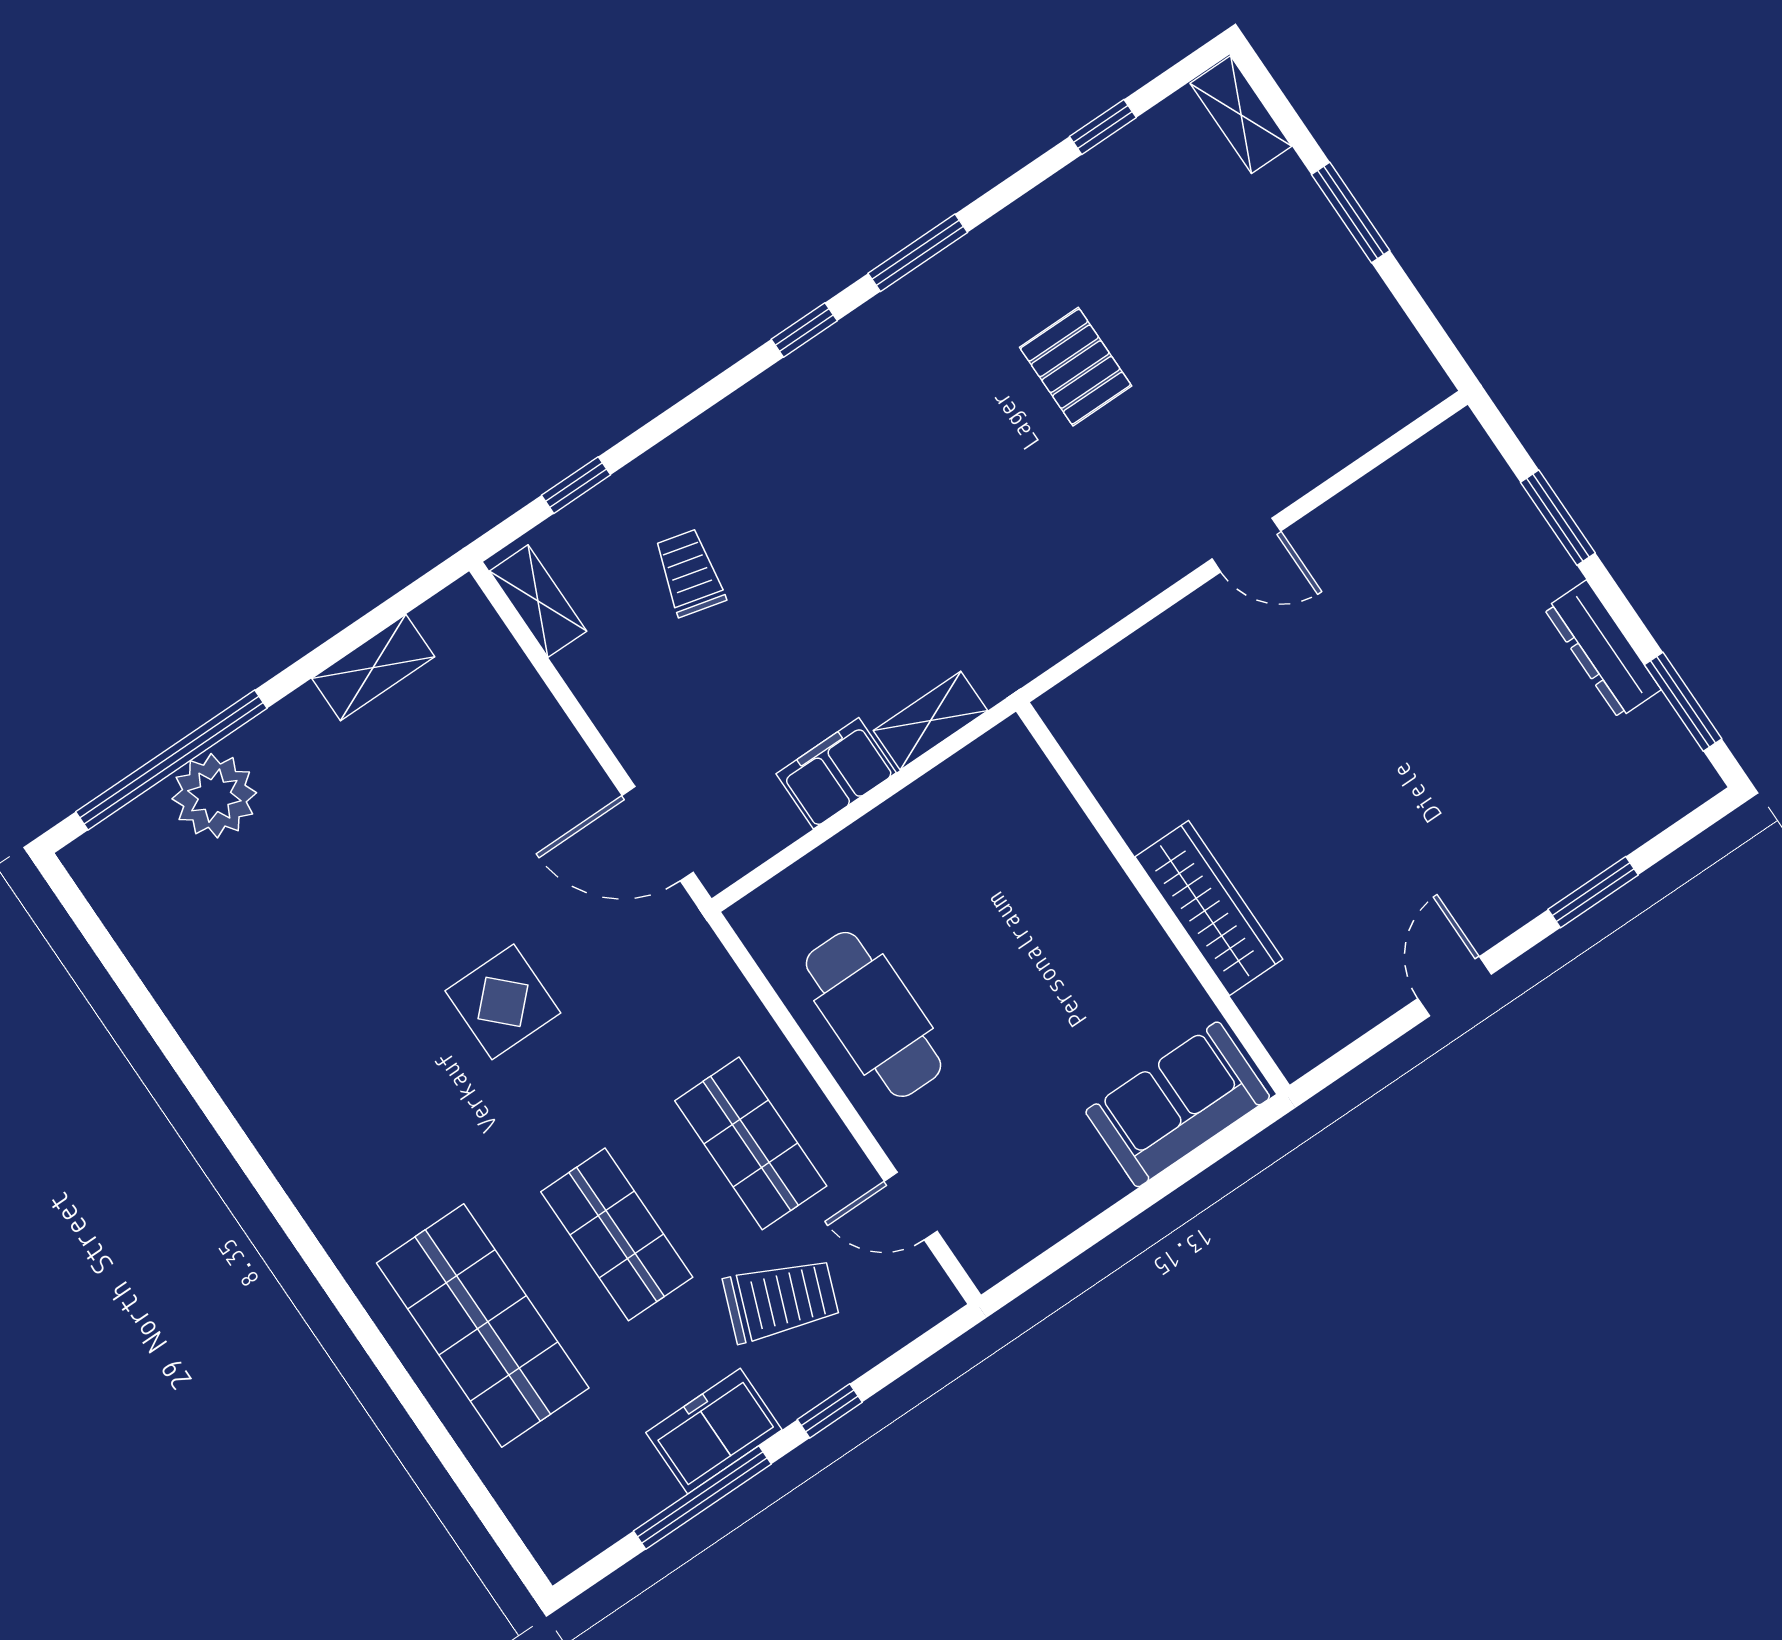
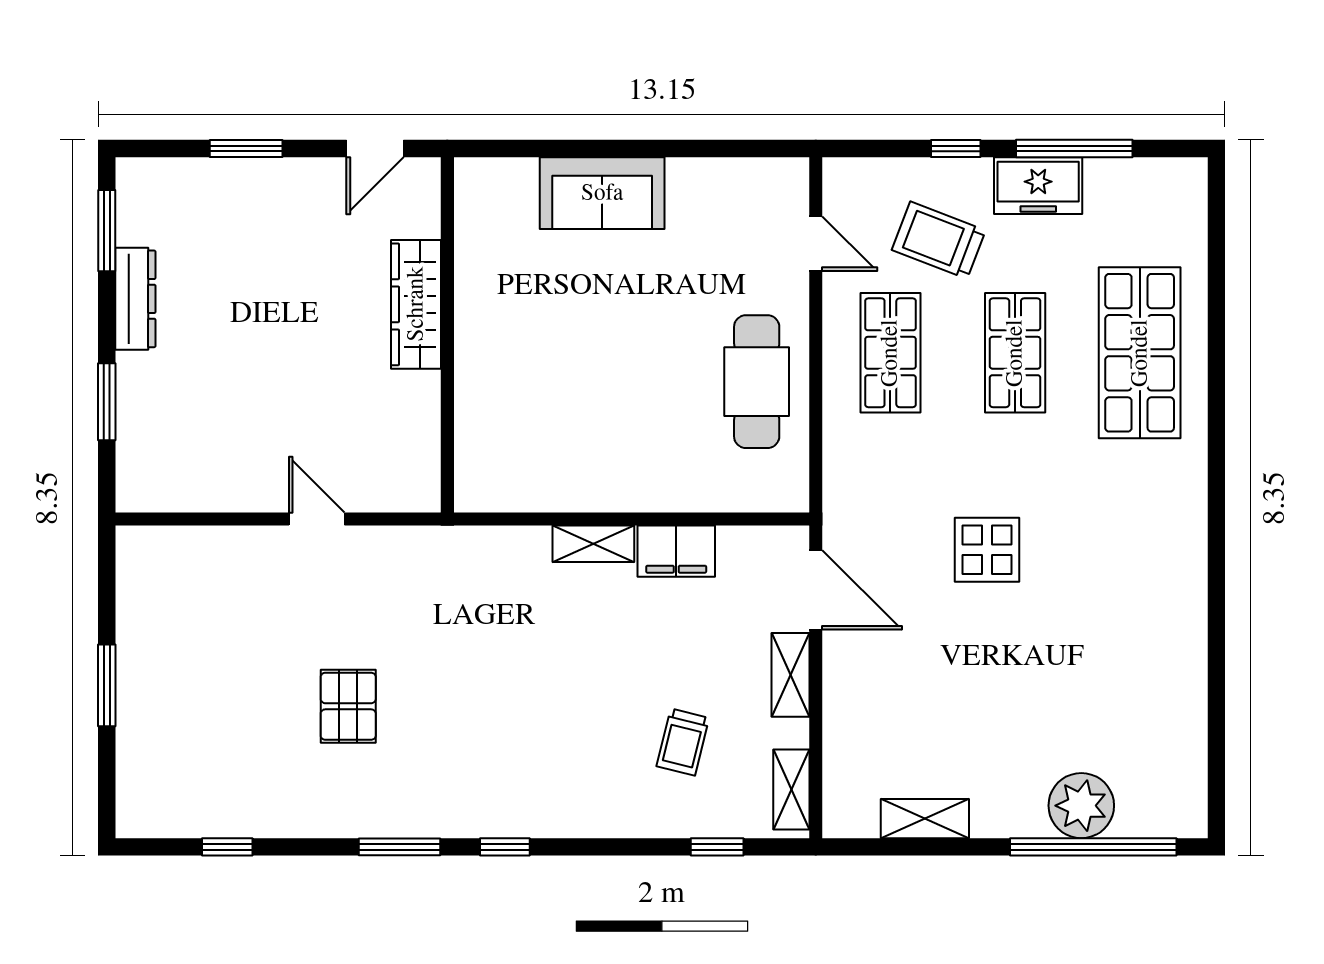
shelving: (1241, 115) -> (790, 675), moved
wall: (1153, 898) -> (447, 335), moved
wardrobe: (1209, 908) -> (416, 304), moved

